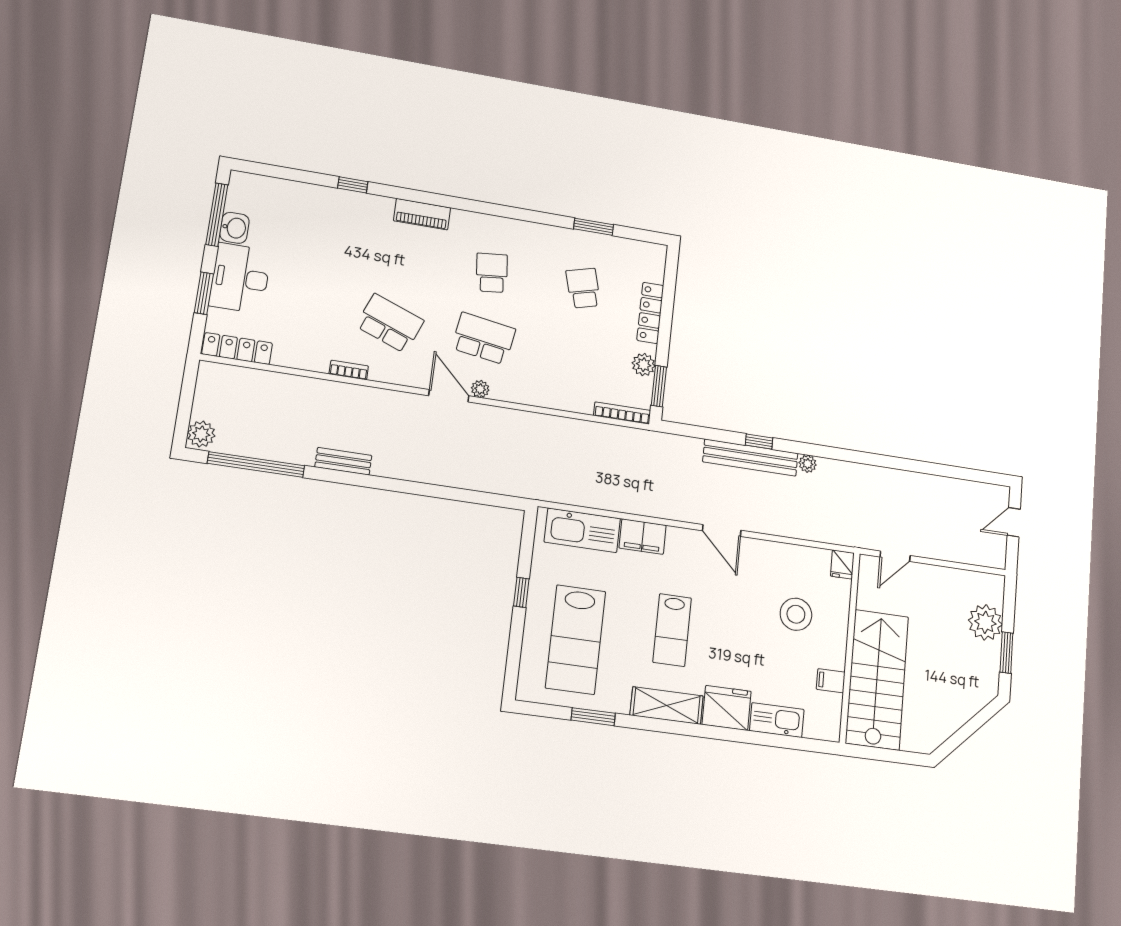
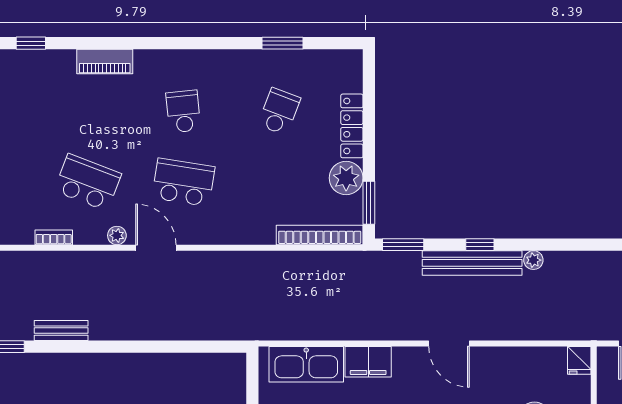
school desk: (583, 288) -> (279, 111), turned 36
plant: (644, 365) -> (346, 178), width x1.36, depth x1.36
plant: (480, 389) -> (117, 235), moved
bookcase: (622, 413) -> (320, 235), width x1.48, depth x1.31
window: (687, 430) -> (403, 245), added

